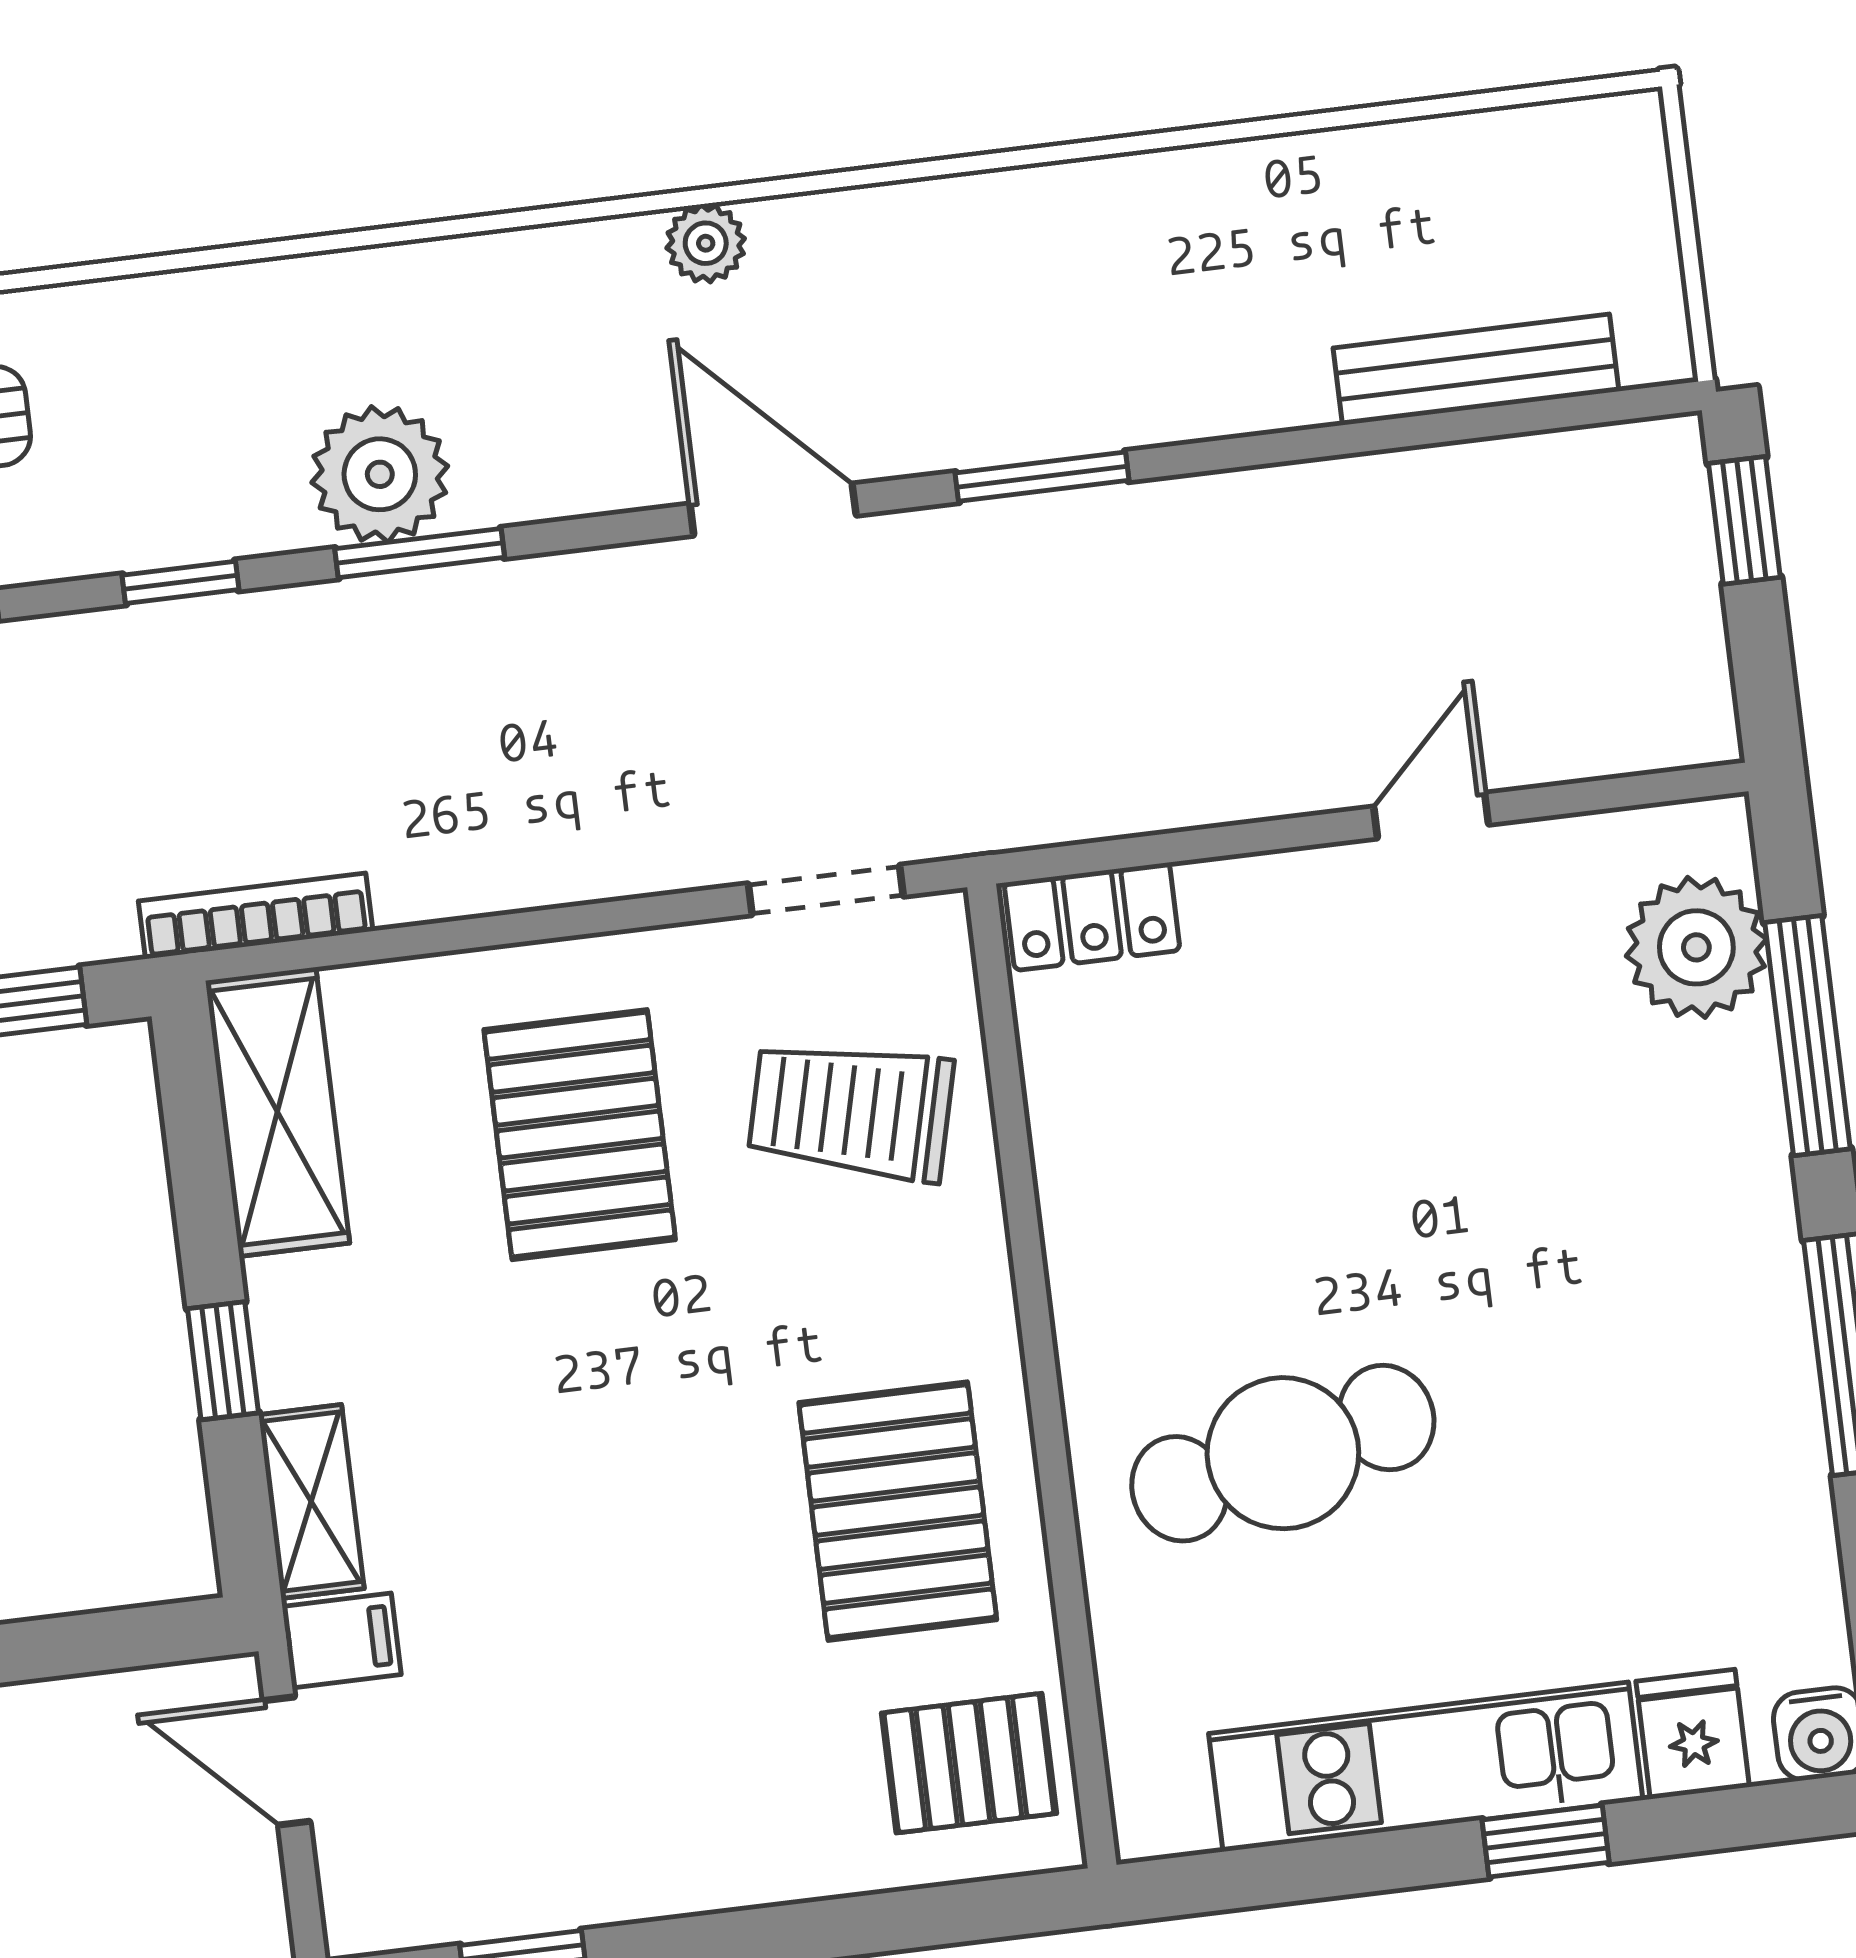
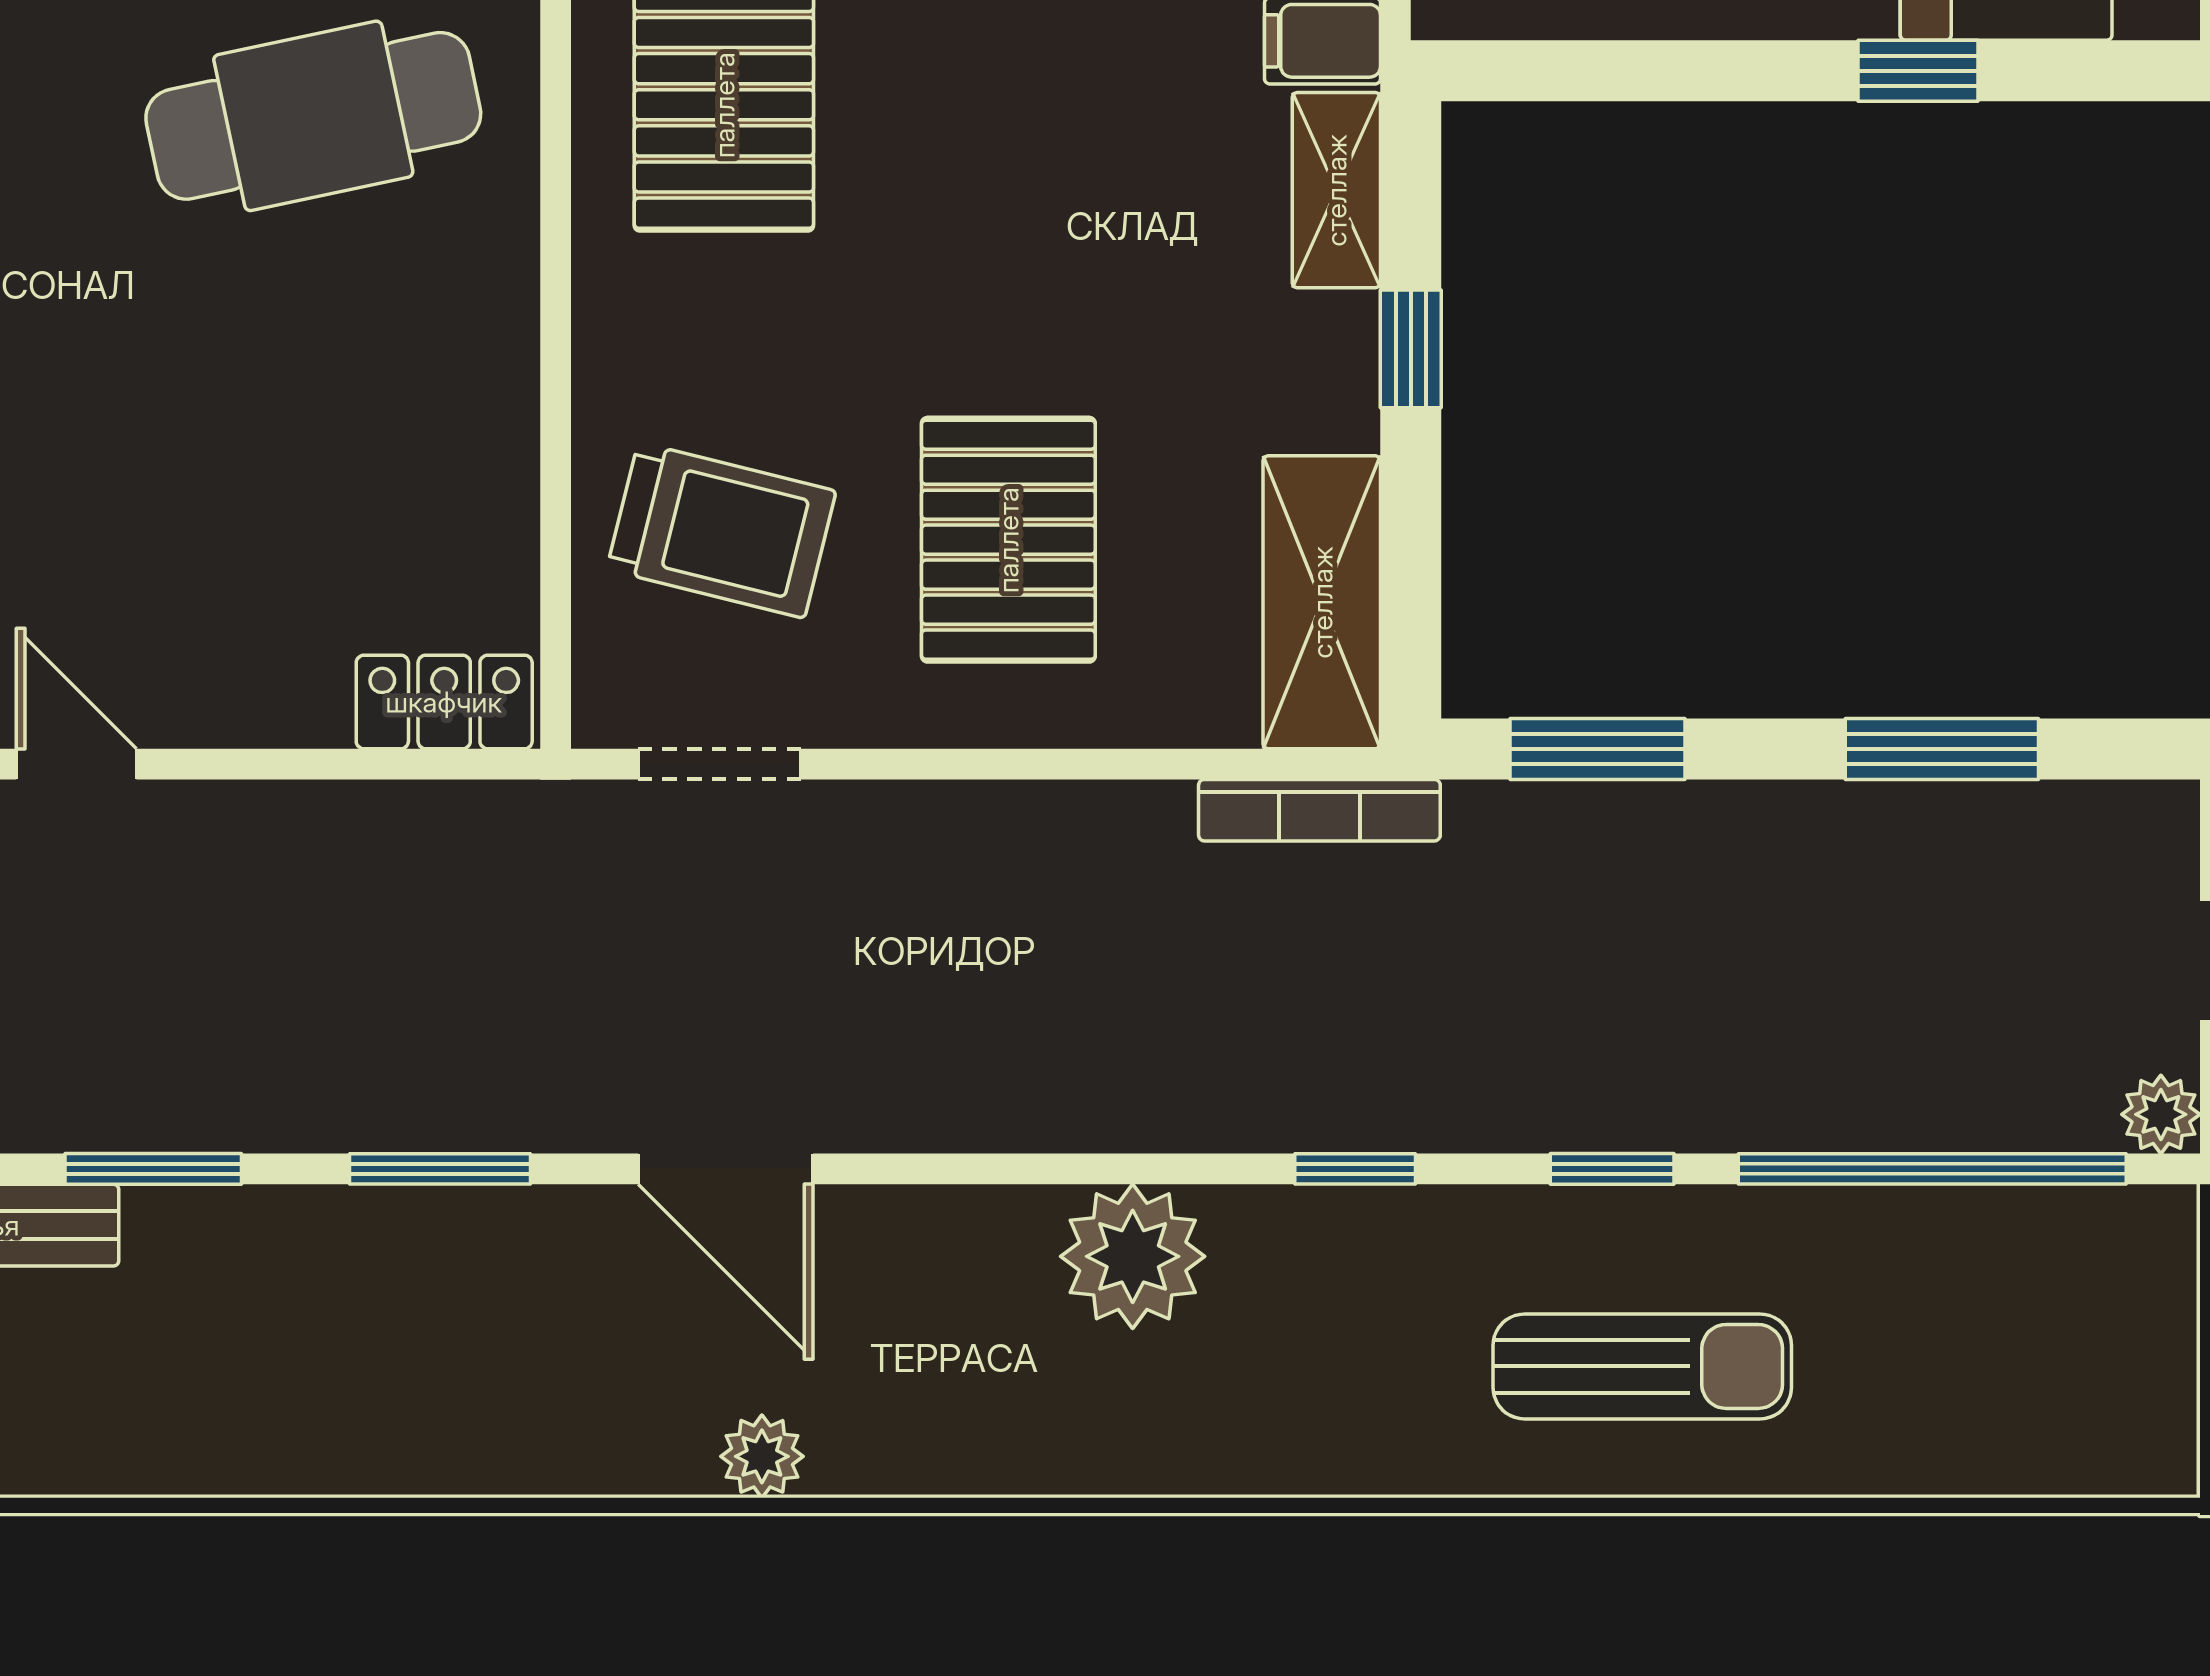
window: (420, 553) -> (153, 1169), moved
door: (1431, 816) -> (76, 764), swing flipped

